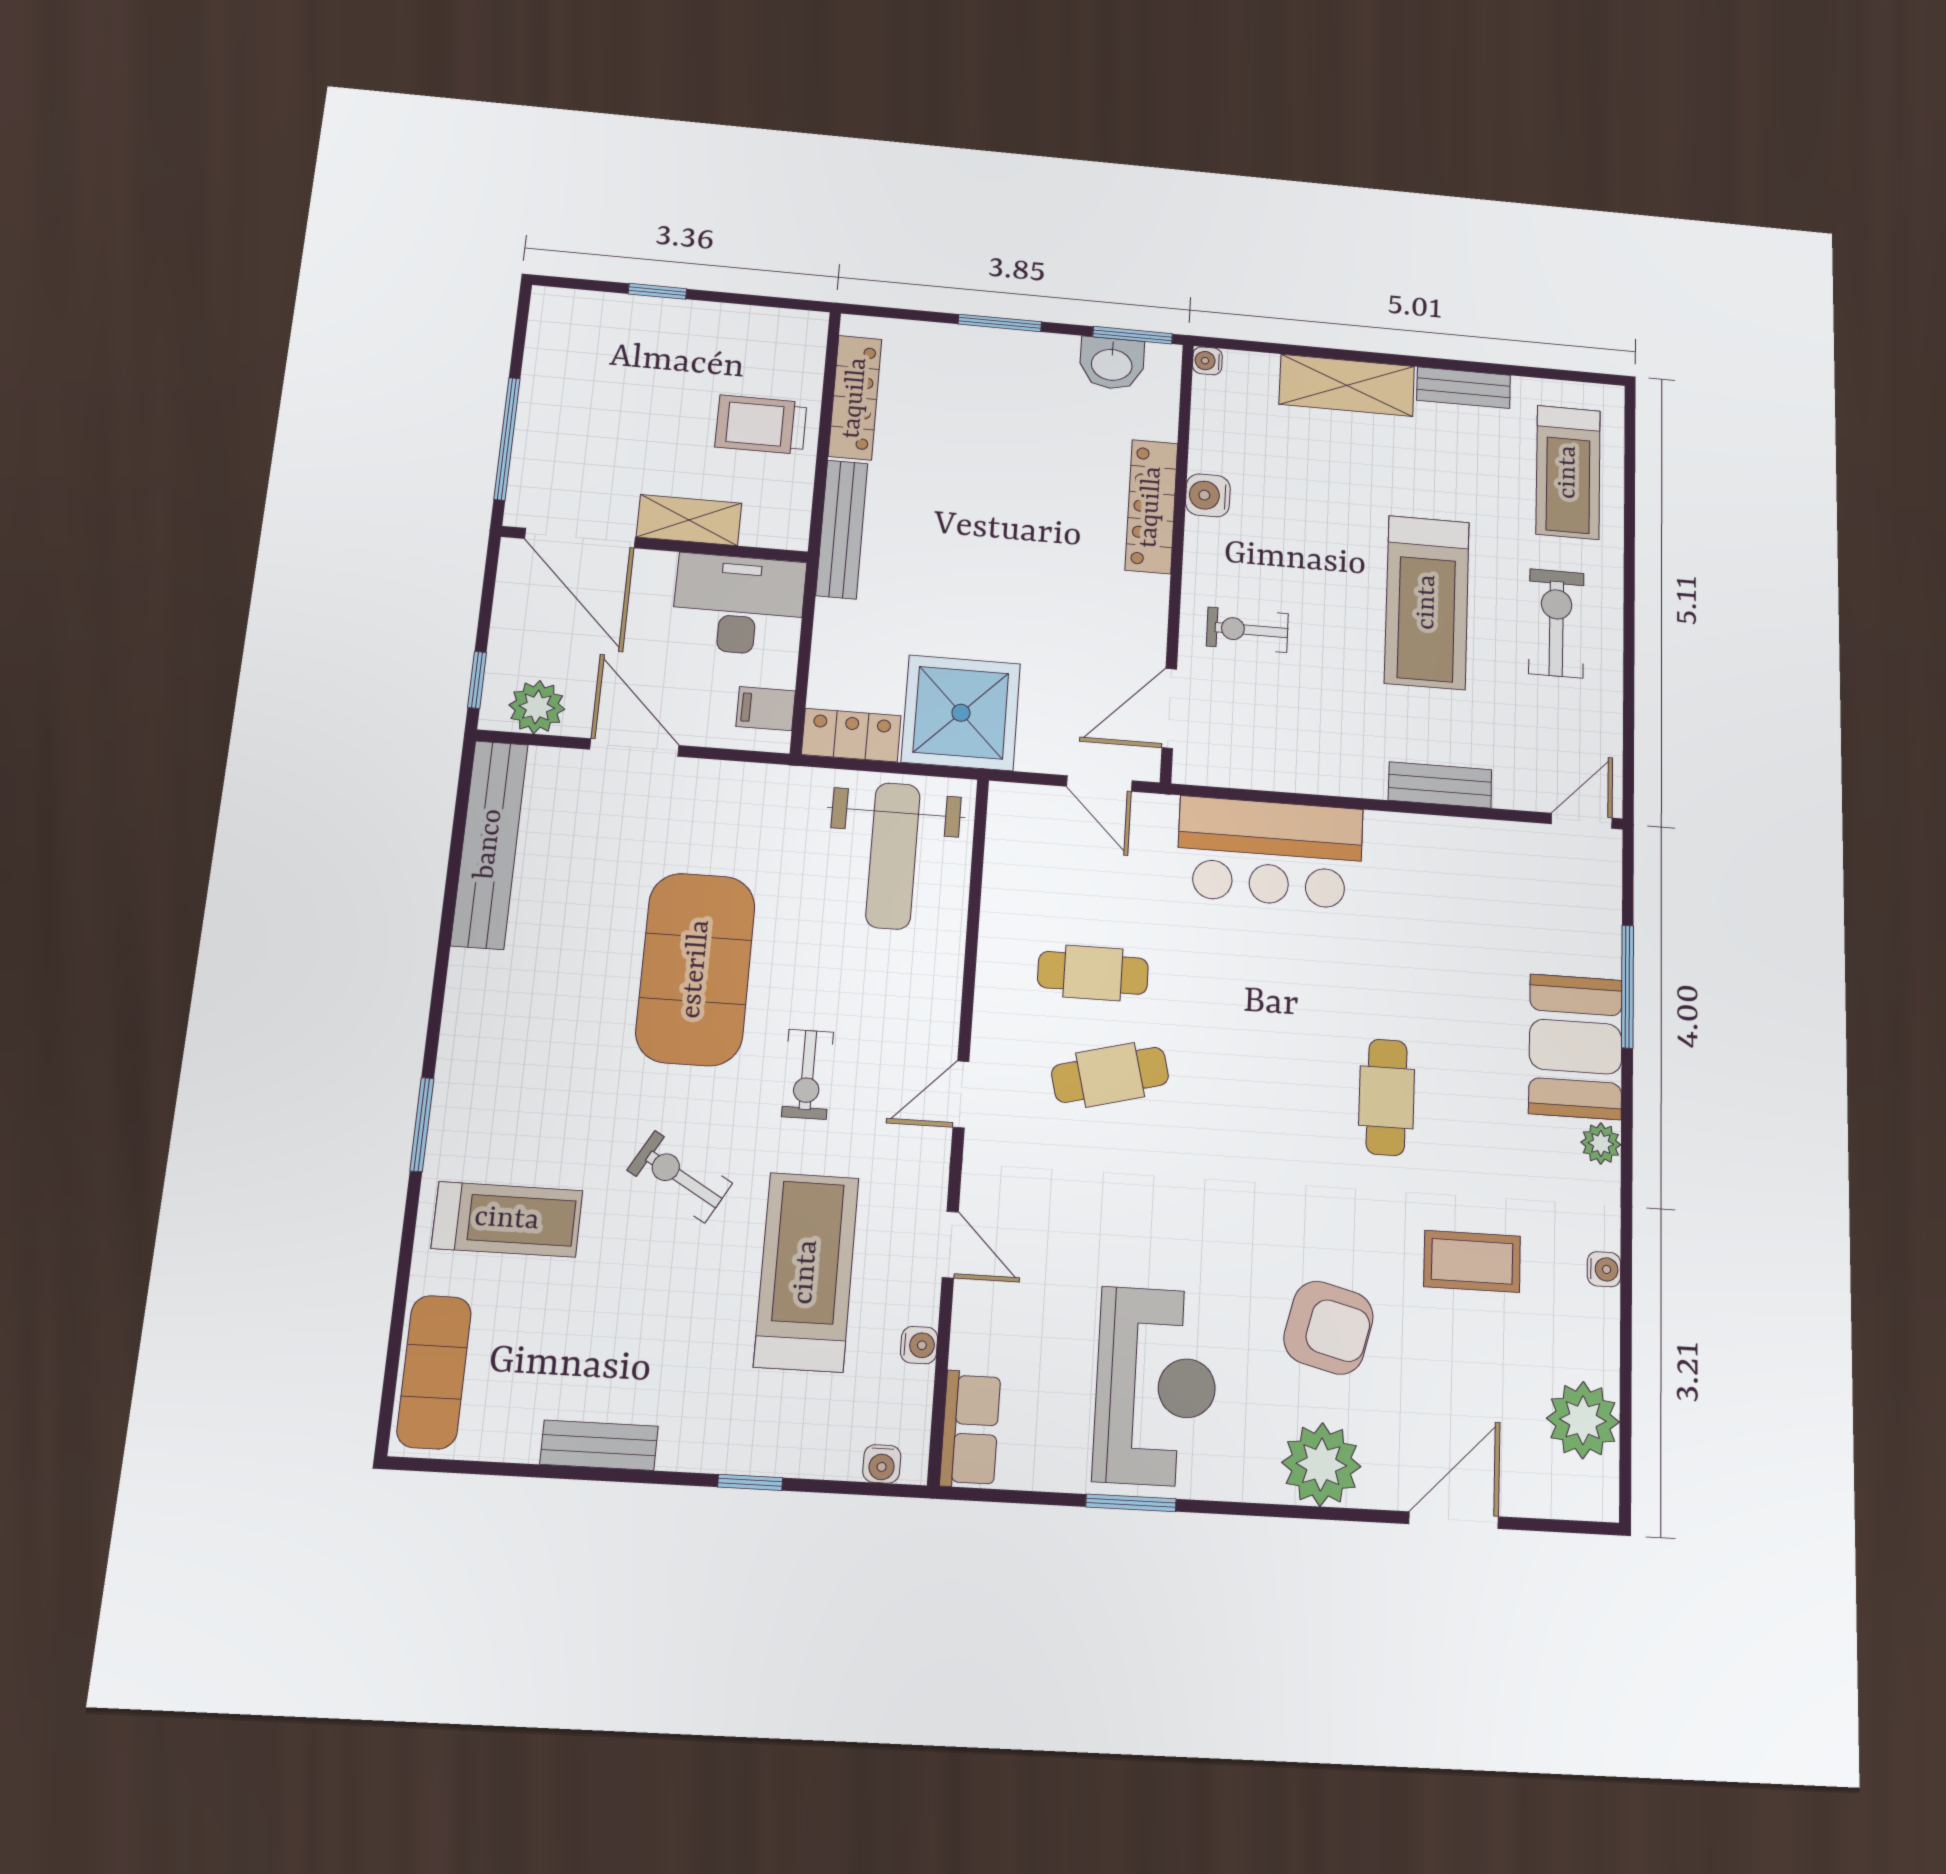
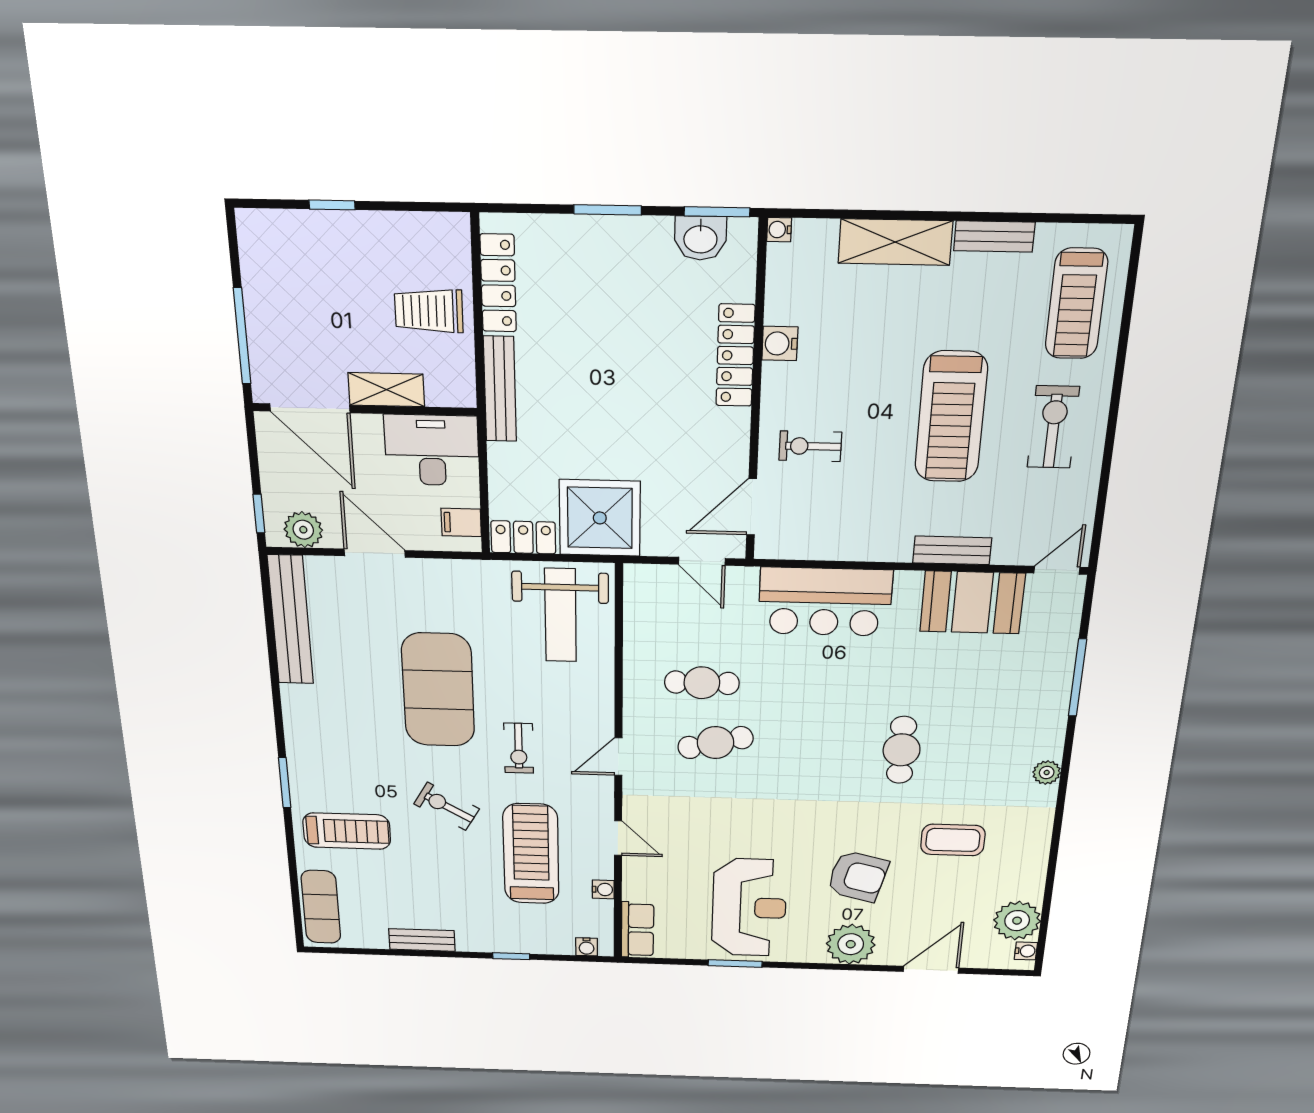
booth: (1576, 1047) -> (972, 602), moved, turned 90
water cooler: (1604, 1269) -> (1026, 951), moved

